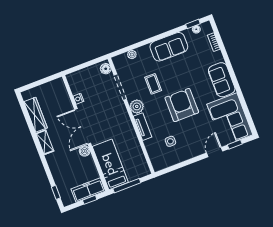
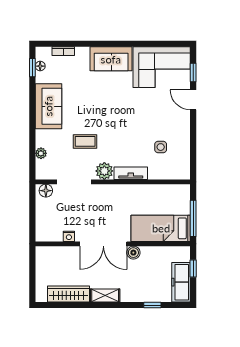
armchair: (182, 105) -> (123, 117), removed
freezer: (88, 190) -> (181, 282), moved
window: (56, 192) -> (152, 305), moved

